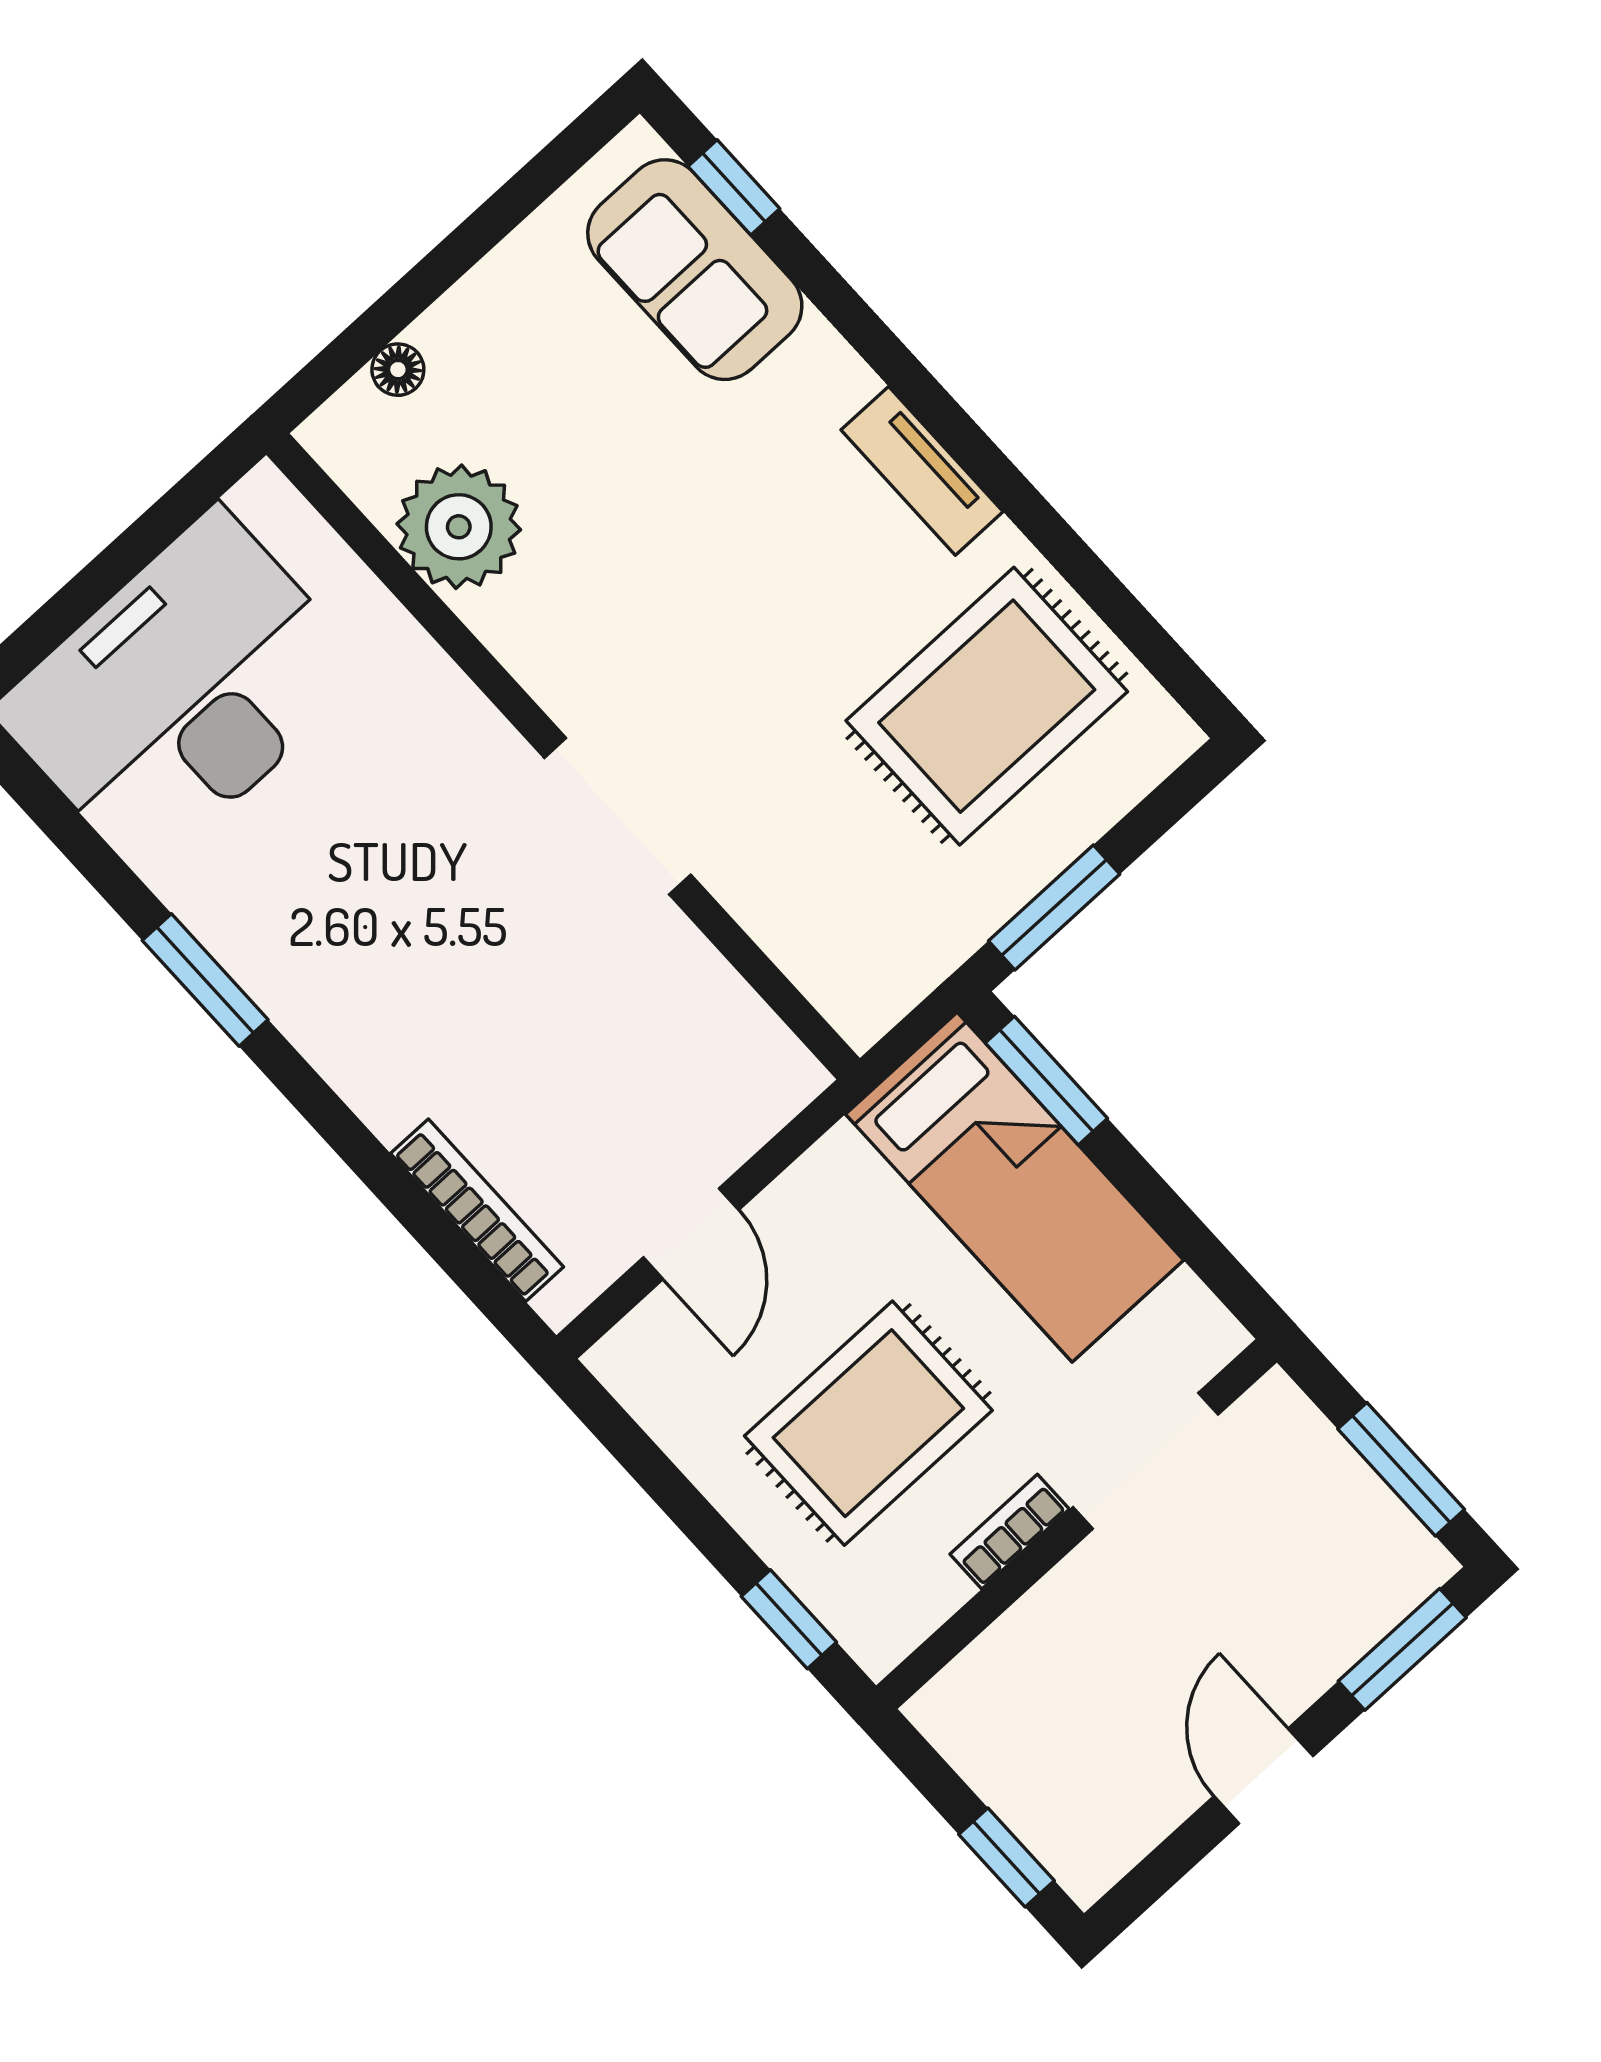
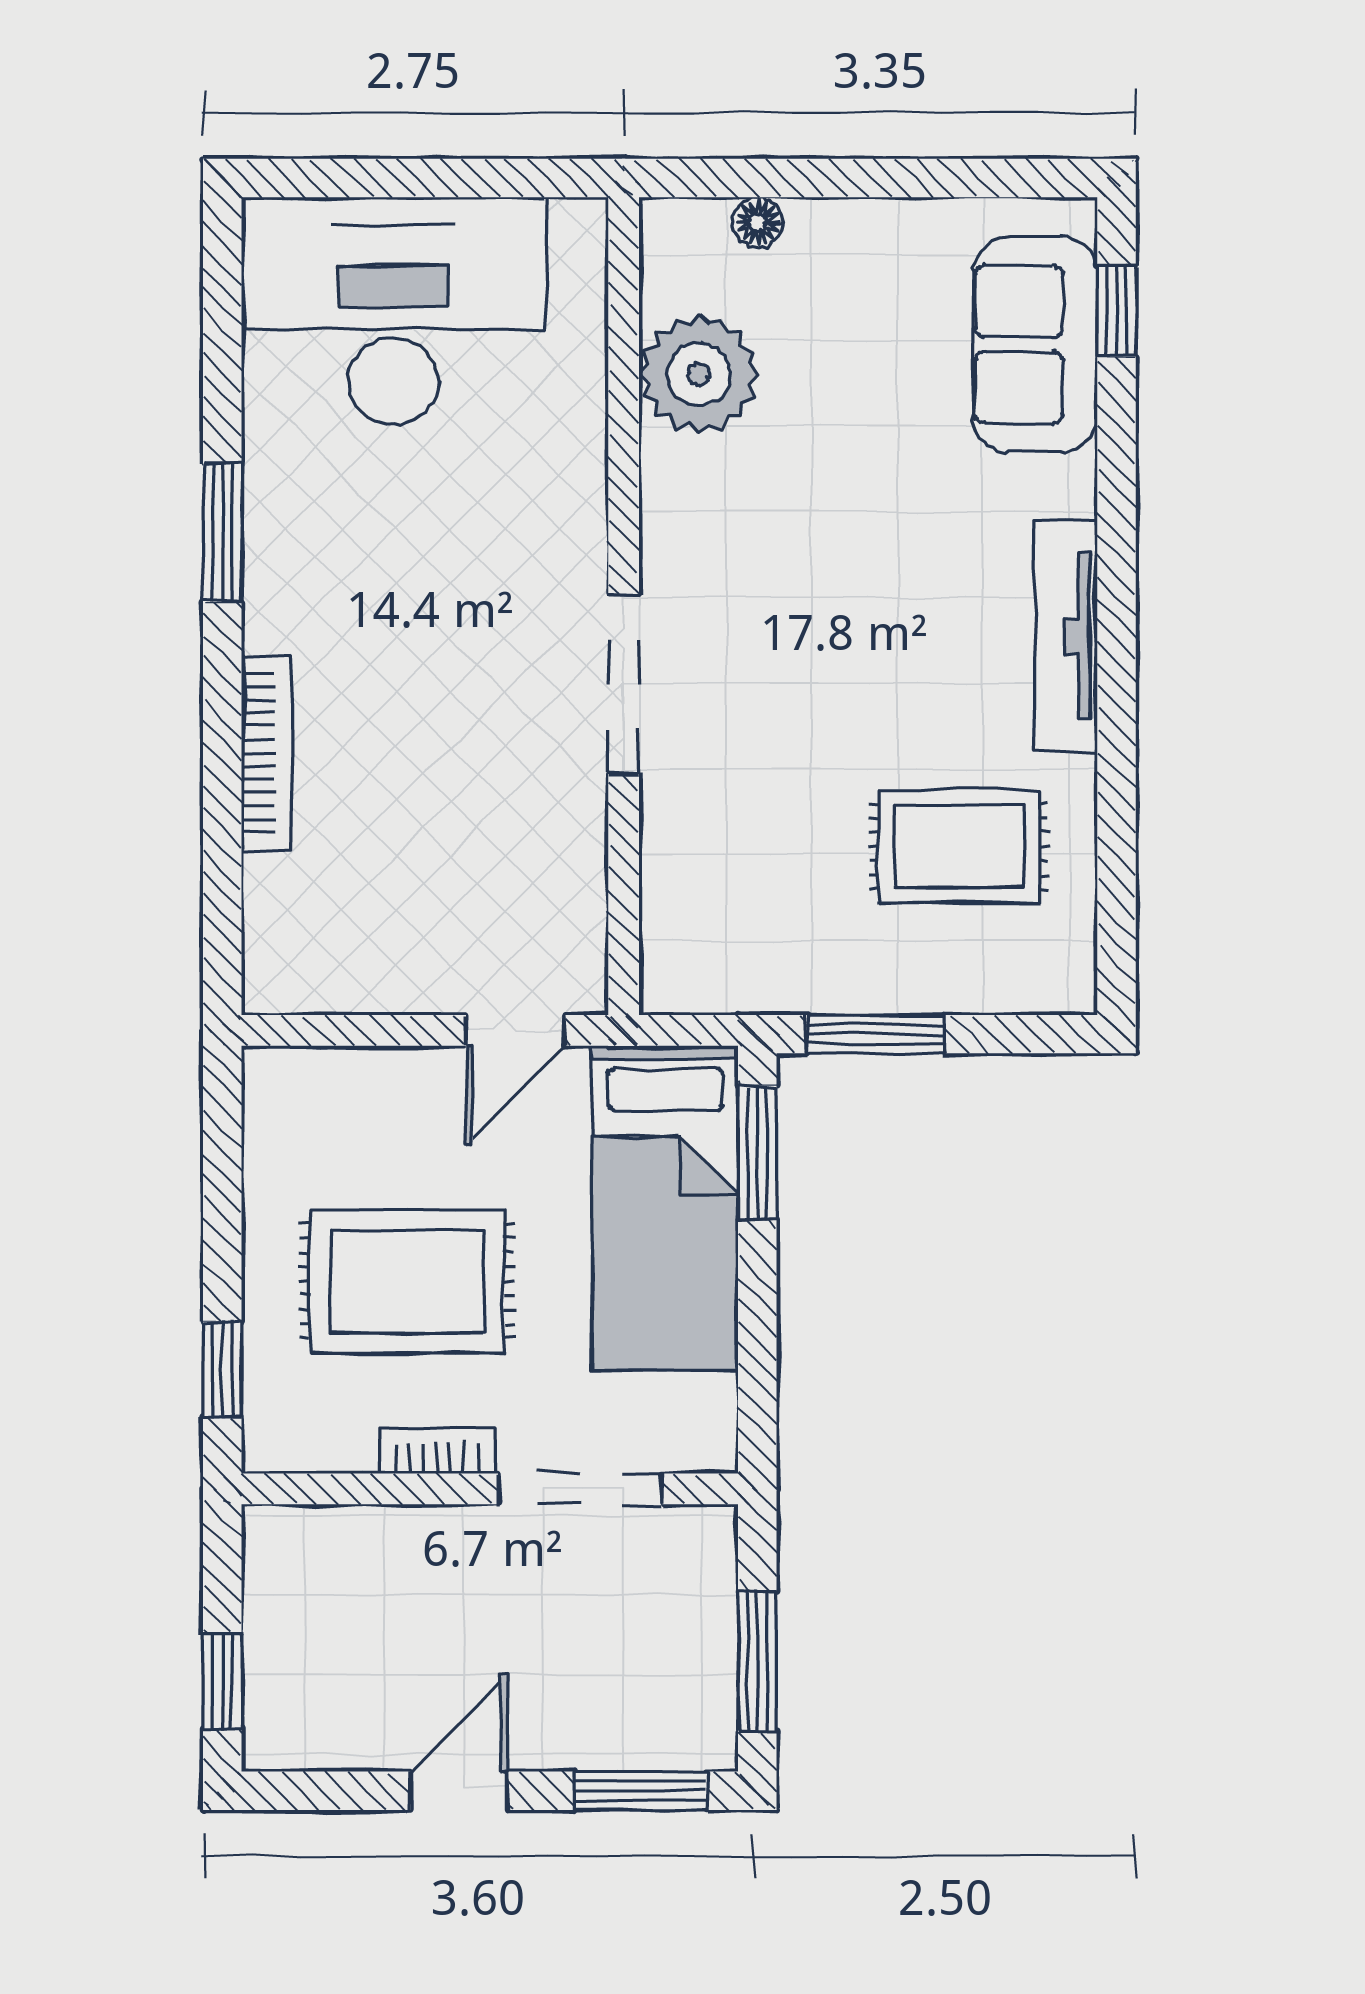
tv unit: (922, 471) -> (1066, 636), width x1.41
rug: (987, 706) -> (959, 846), width x0.73, depth x0.70
bookcase: (477, 1210) -> (266, 753), moved
door: (691, 1234) -> (516, 1030), moved

